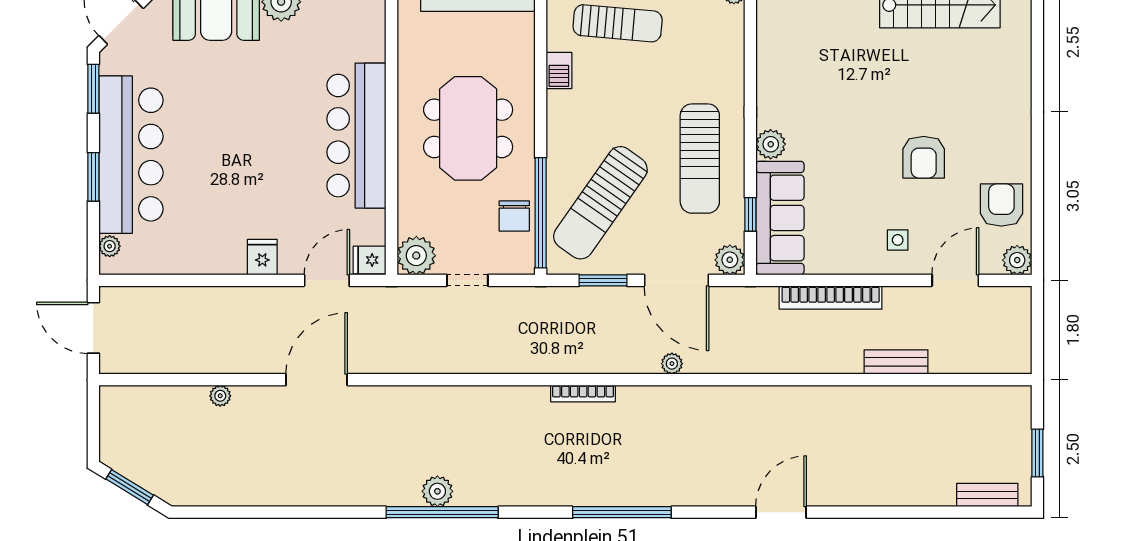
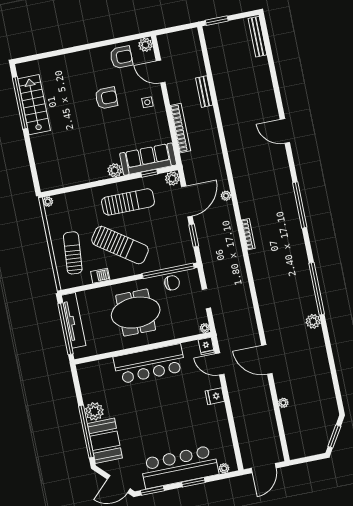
sun lounger: (600, 203) -> (120, 245), moved
armchair: (1001, 205) -> (121, 57), turned 180
plant: (416, 256) -> (205, 328), width x0.53, depth x0.53
window: (1037, 453) -> (217, 21), moved
plant: (437, 491) -> (313, 321), moved
bench: (987, 495) -> (258, 37), width x1.36

